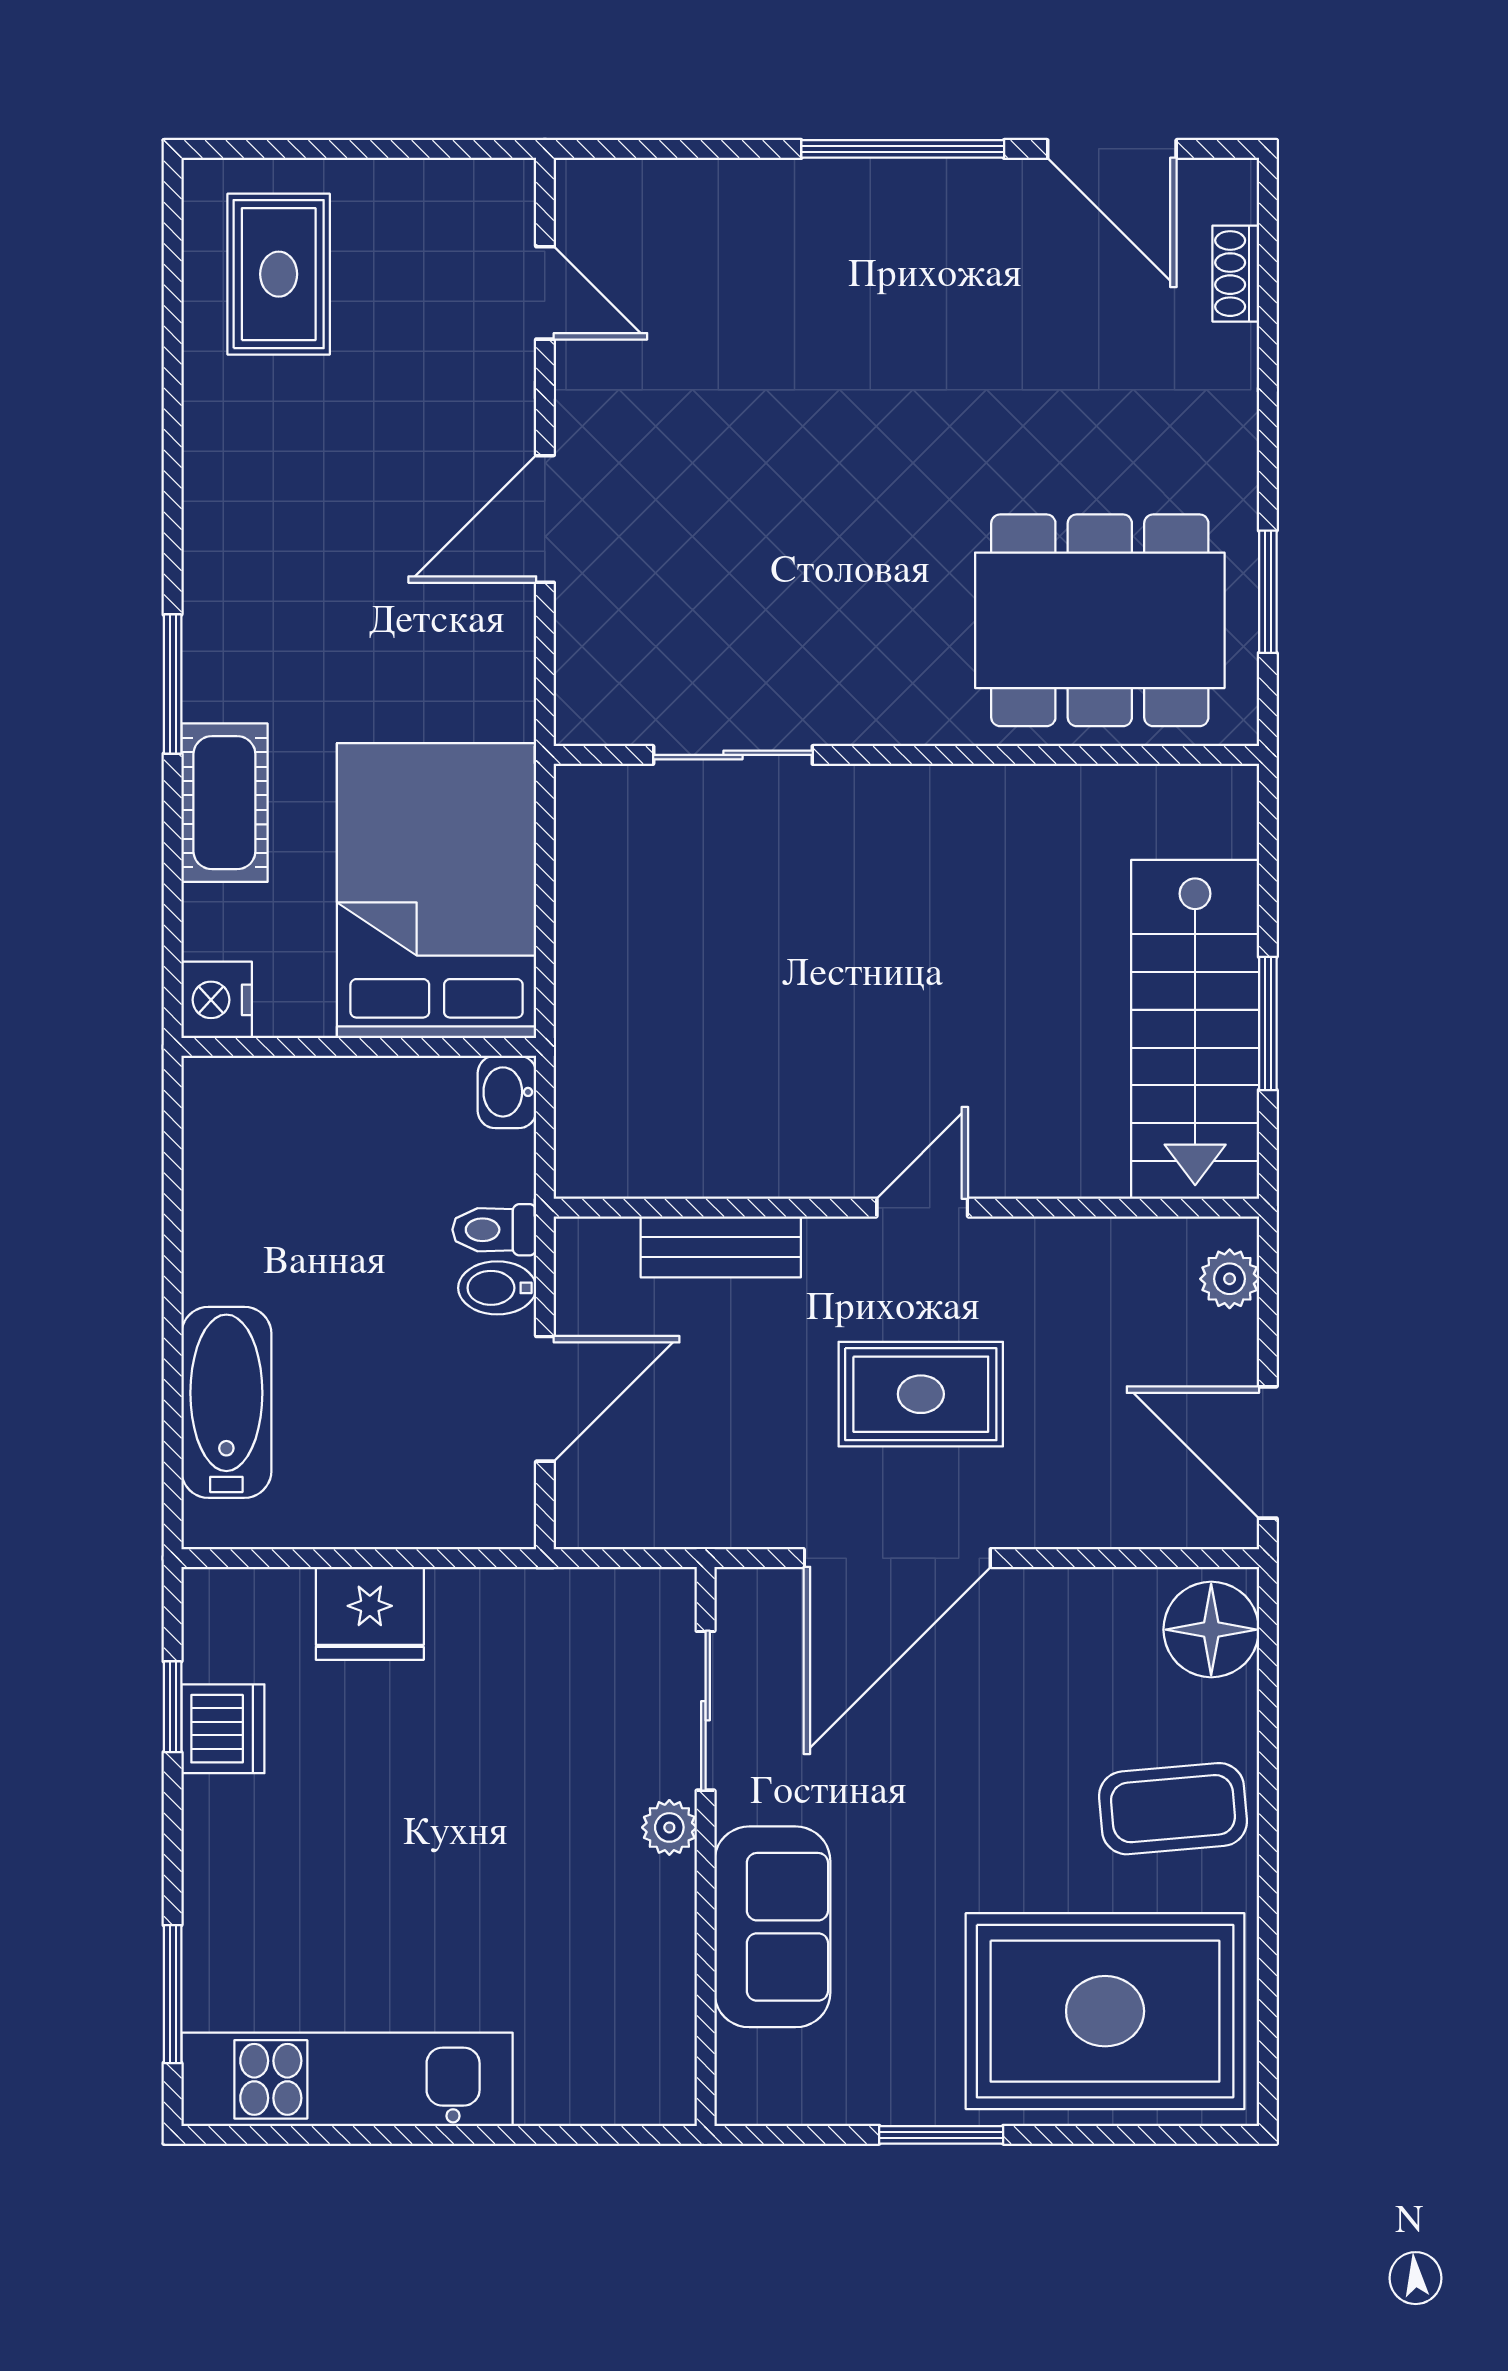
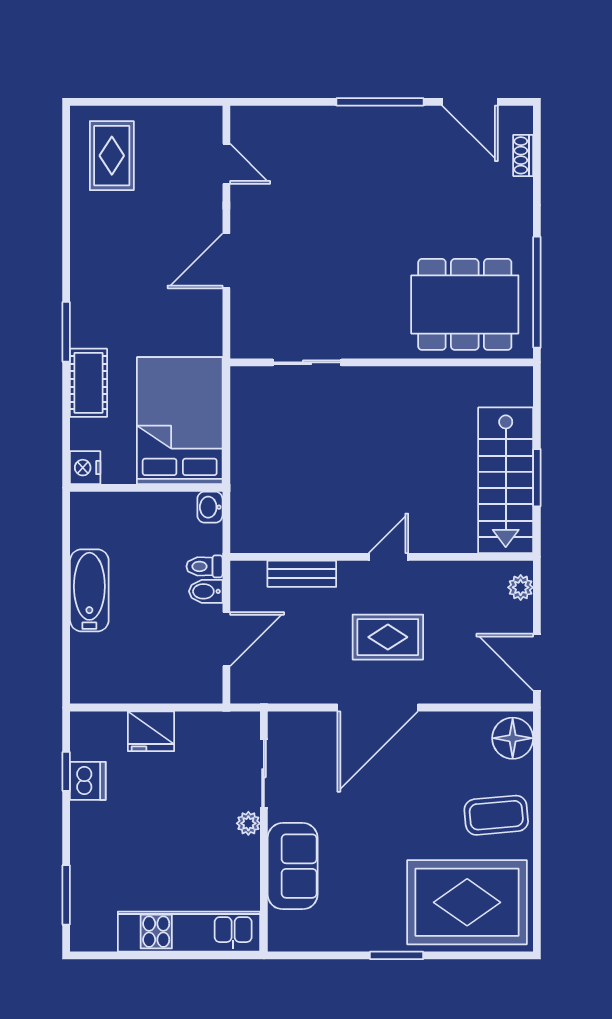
window: (1268, 592) -> (537, 292), width x2.11
bathtub: (226, 1402) -> (89, 590), moved
sliding door: (706, 1711) -> (264, 773), moved
plant: (669, 1827) -> (248, 823), moved
wall: (706, 1846) -> (264, 831), moved
sofa: (772, 1927) -> (293, 866), moved
kitchen unit: (347, 2079) -> (189, 932), moved

